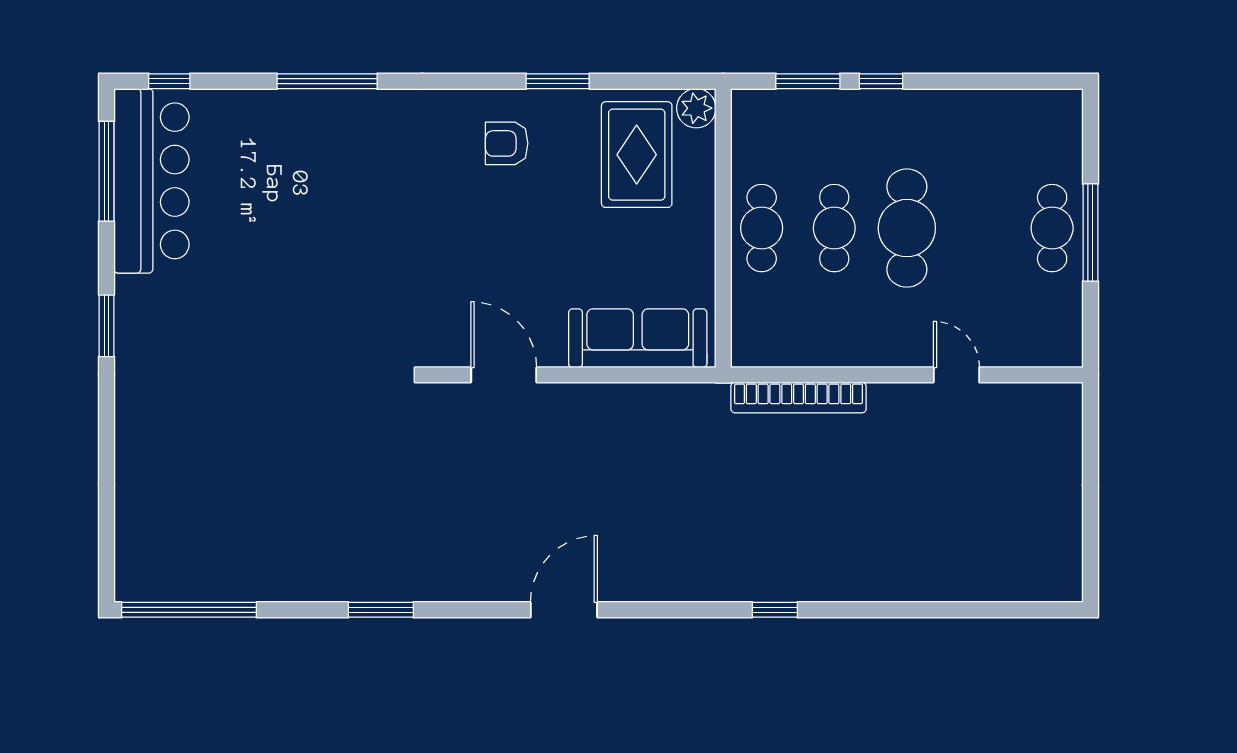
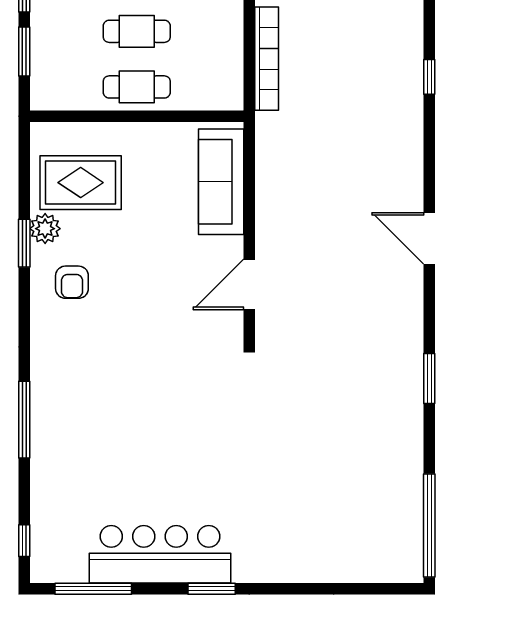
plant: (696, 108) -> (45, 229), moved
bar counter: (151, 181) -> (160, 554), moved

